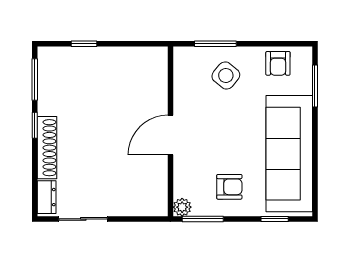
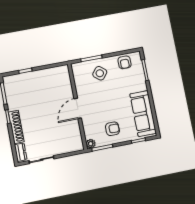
sofa: (289, 154) -> (143, 114), width x0.74, depth x0.79

